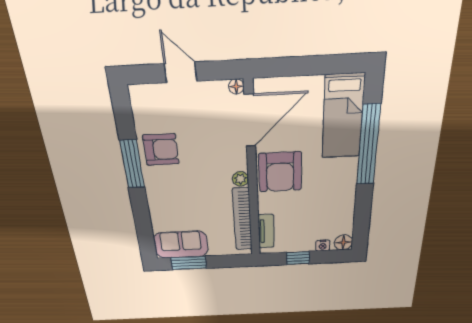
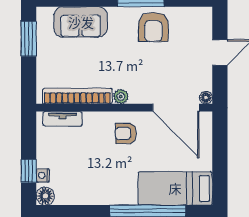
armchair: (280, 172) -> (126, 133), width x0.53, depth x0.53
sofa: (181, 245) -> (81, 22), moved, turned 90
window: (298, 258) -> (29, 171), moved

